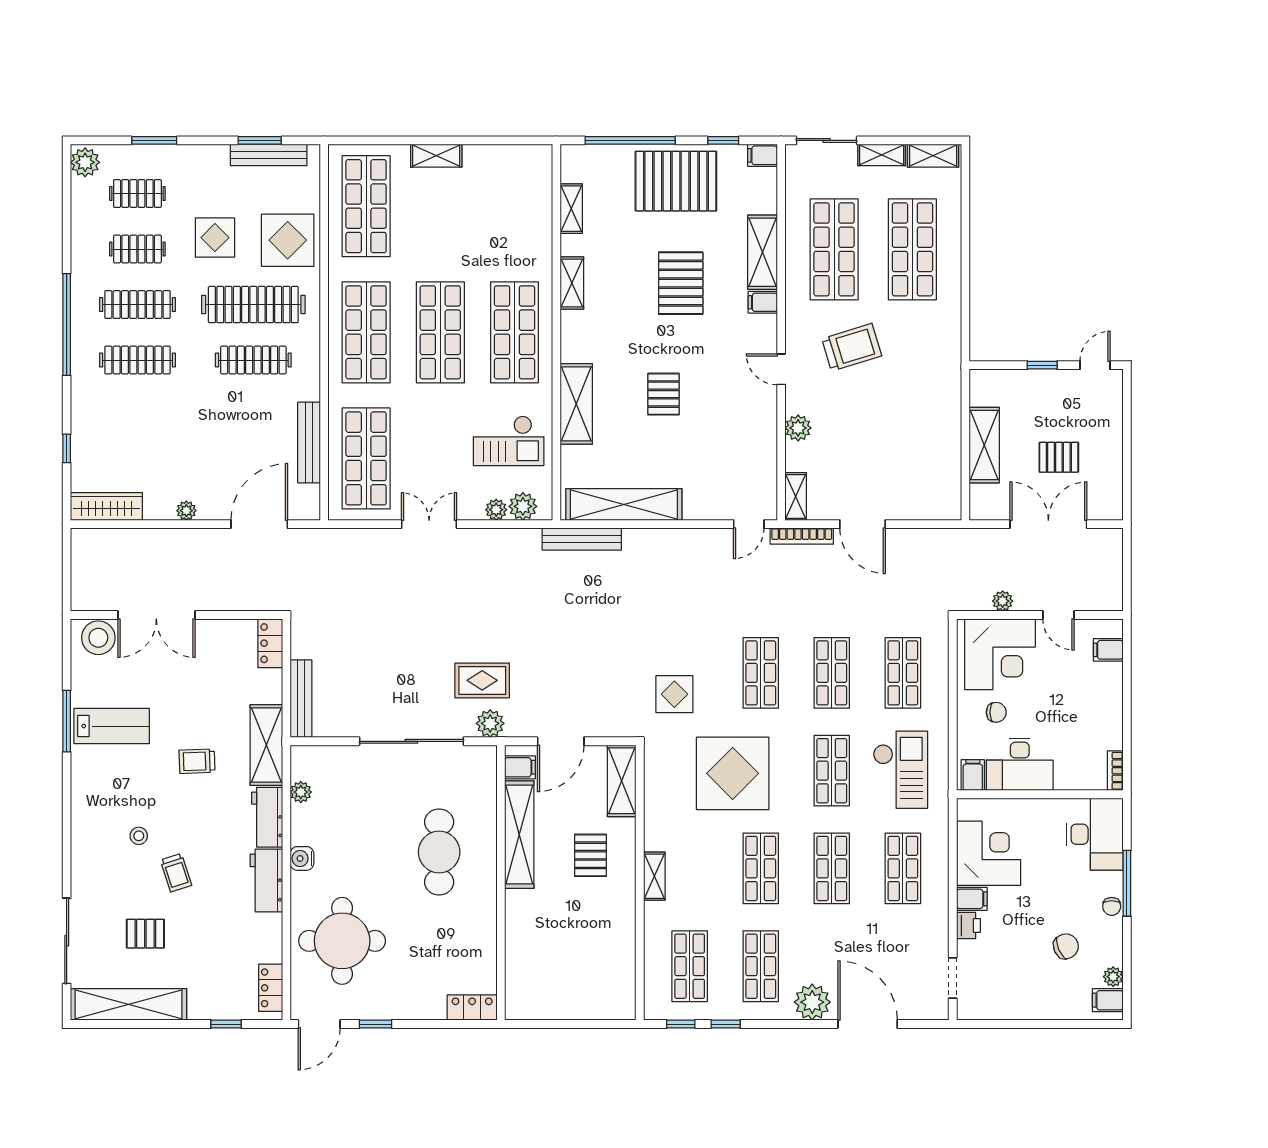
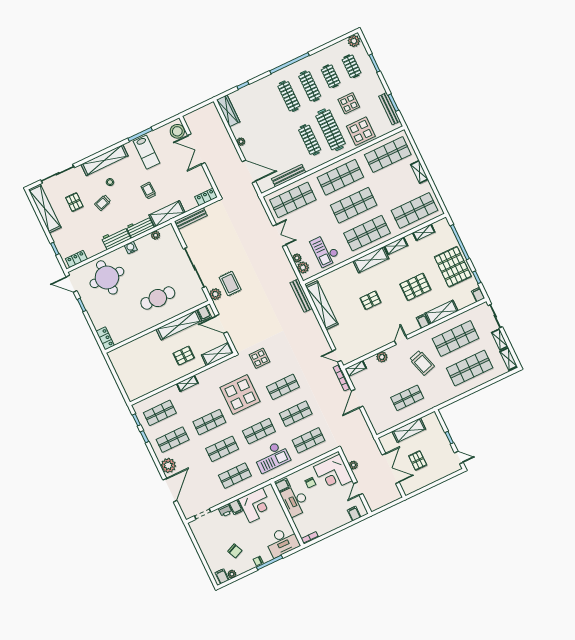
shop shelf: (514, 206) -> (414, 210), added
shelving: (576, 404) -> (371, 260), moved
shop shelf: (912, 415) -> (407, 398), added
shelving: (86, 825) -> (105, 160), added

